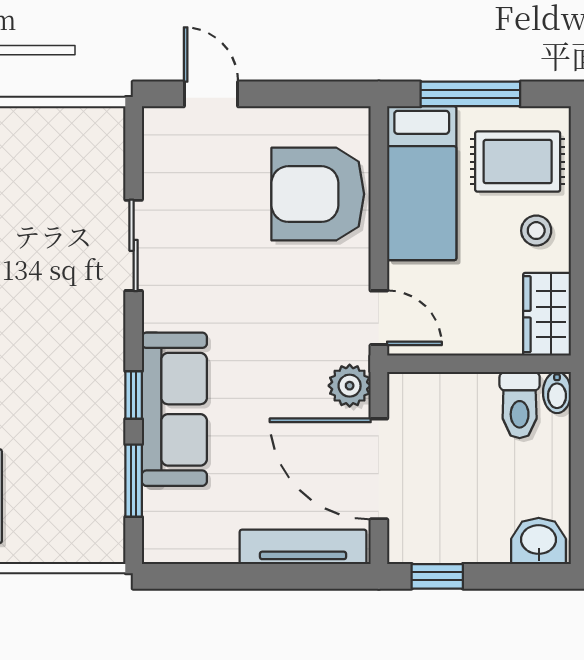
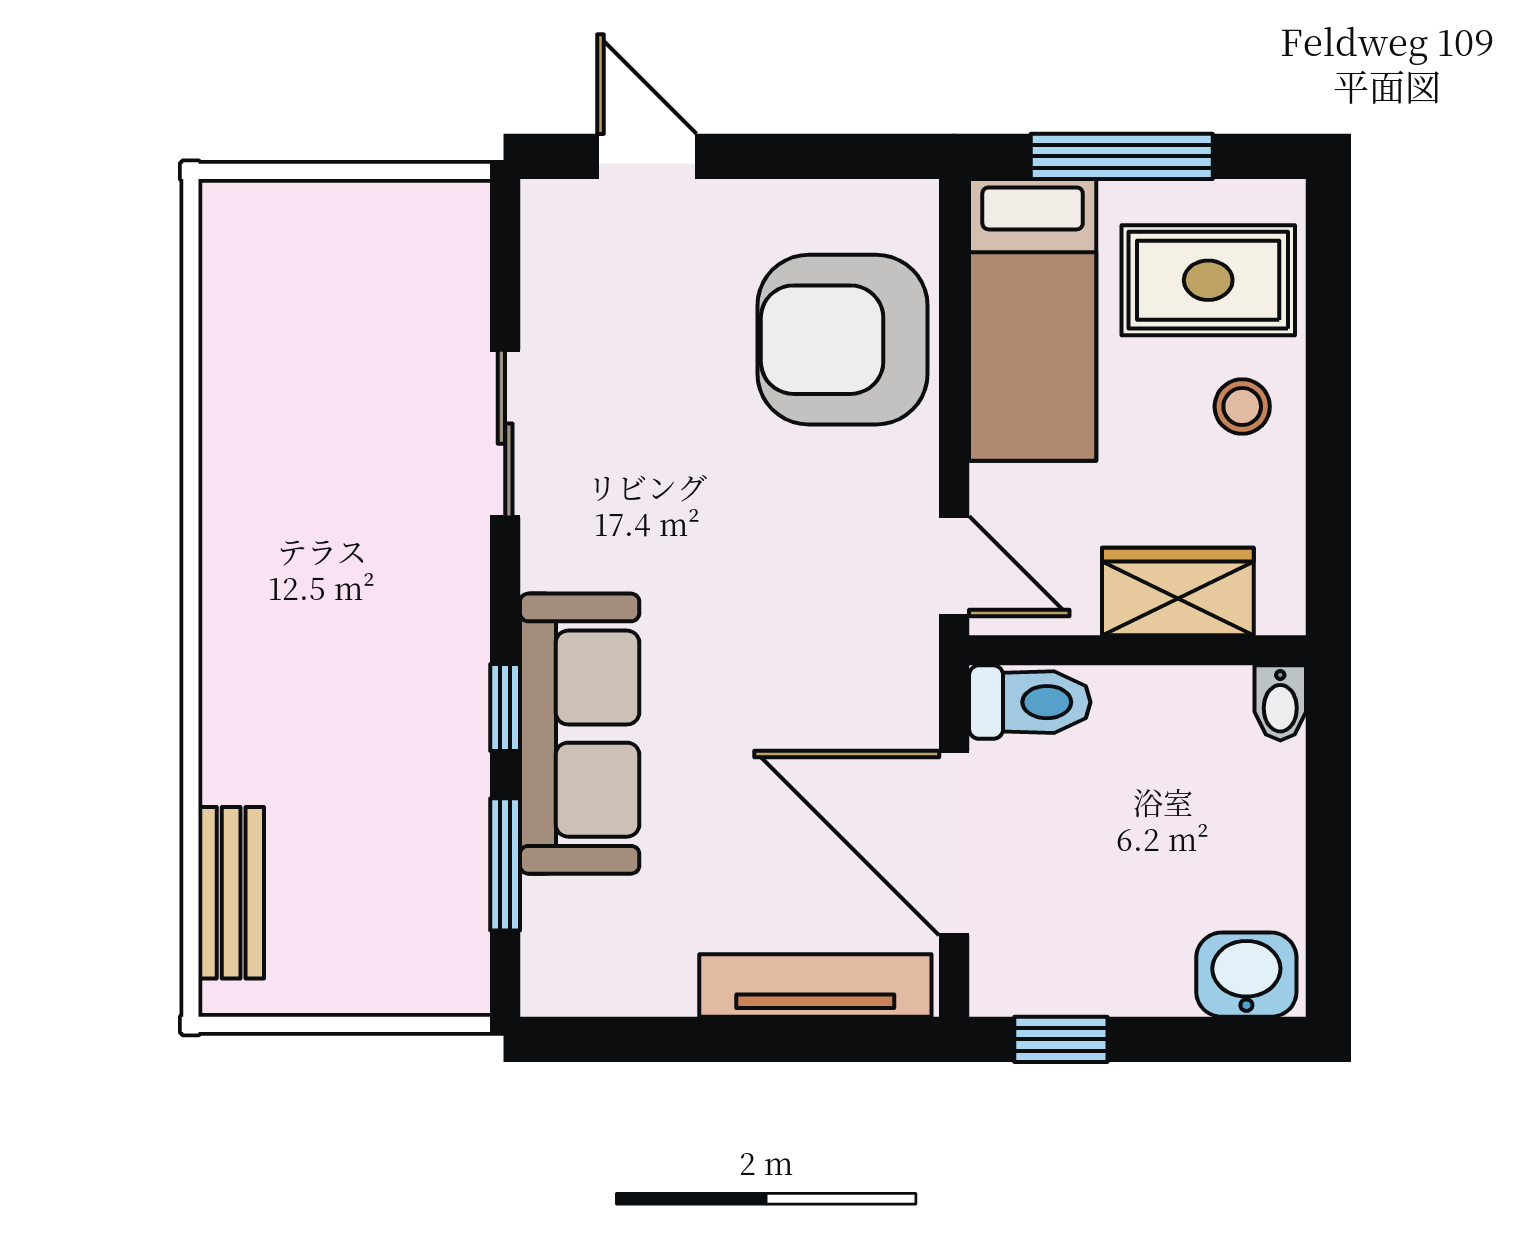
wardrobe: (547, 314) -> (1178, 591), moved, turned 90
plant: (350, 386) -> (901, 690), removed
toilet: (520, 405) -> (1030, 702), moved, turned -90

